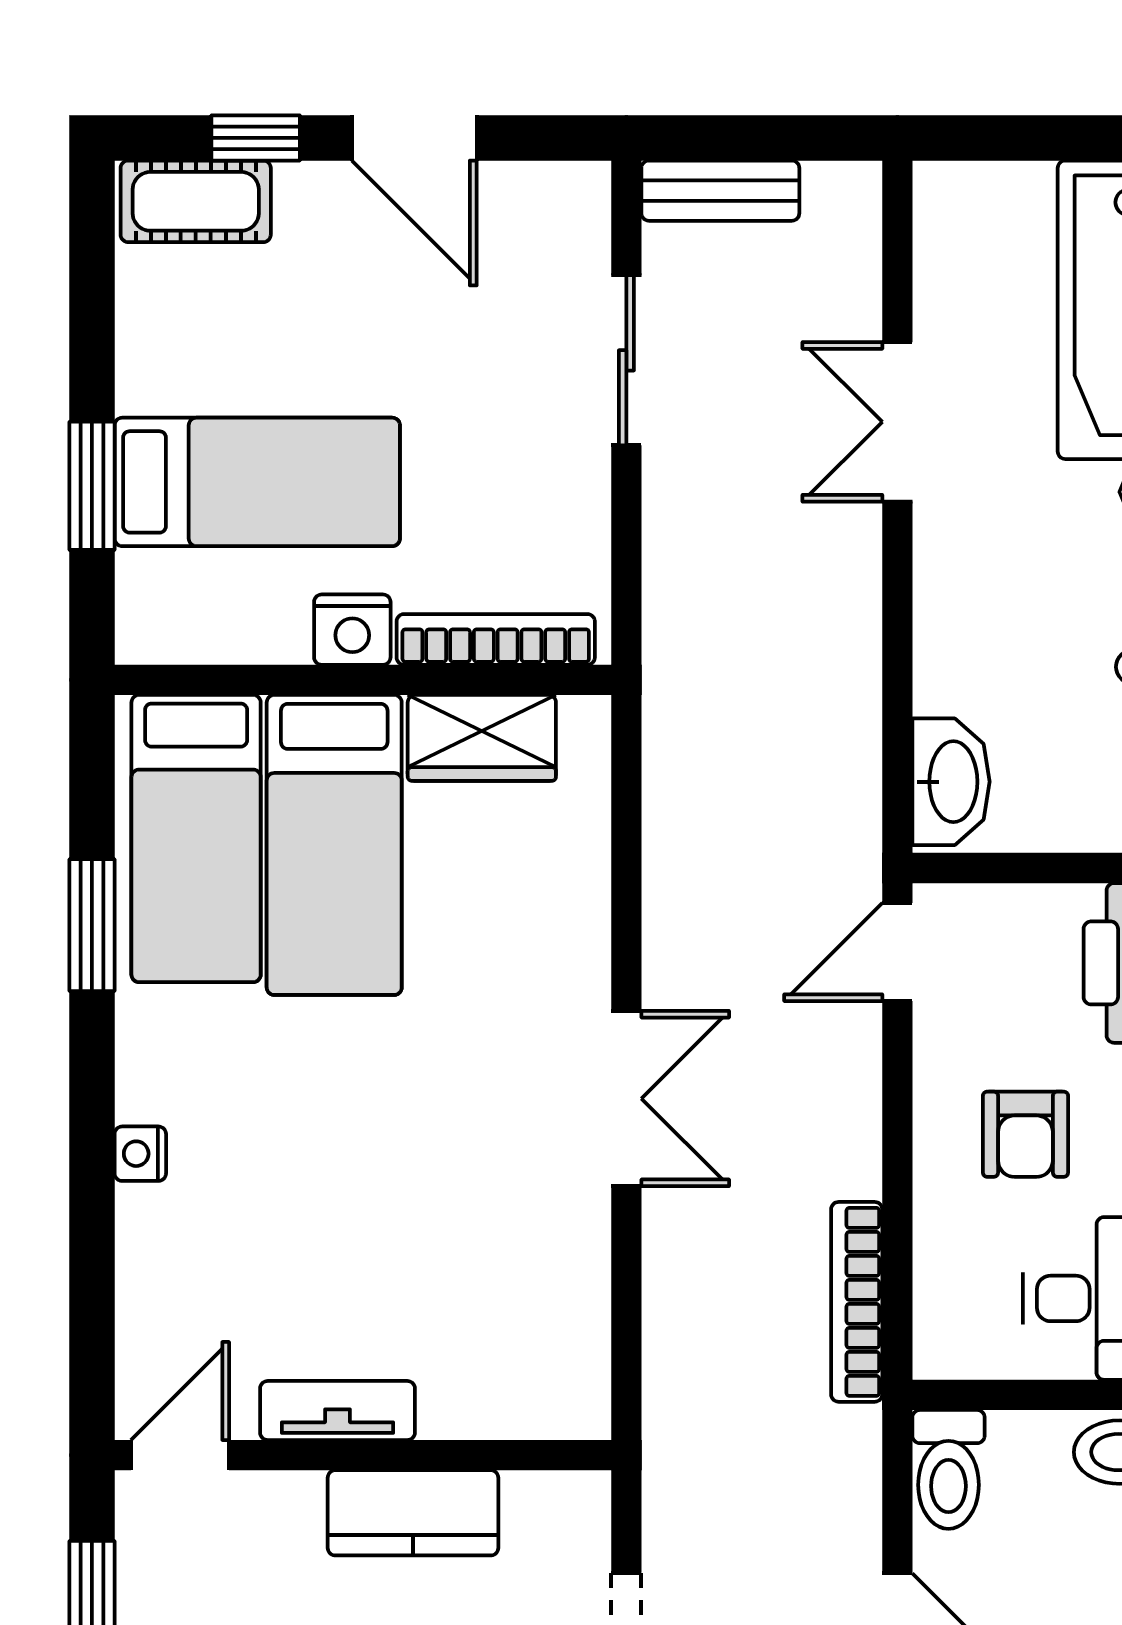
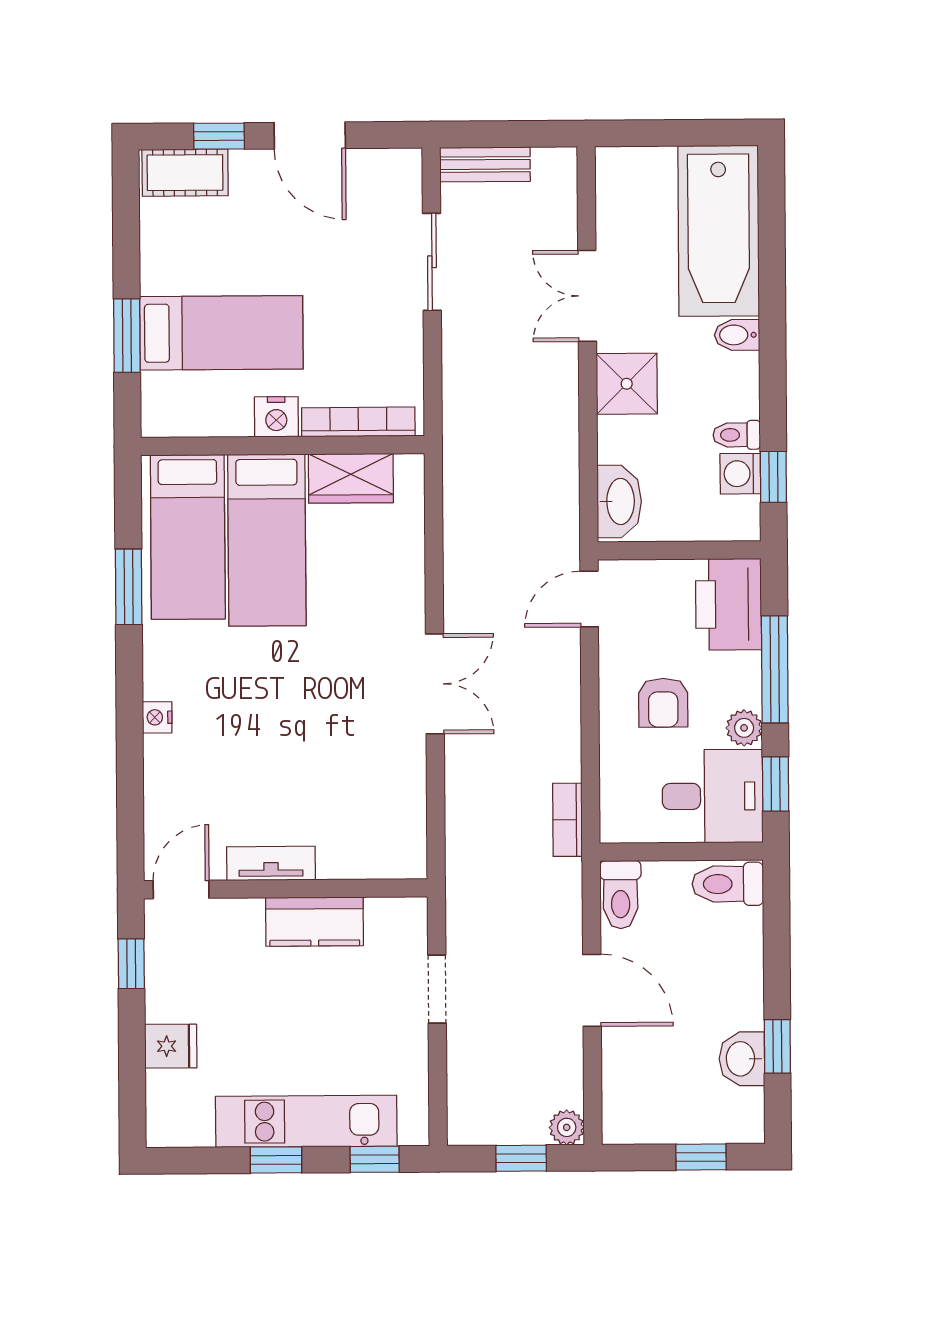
shower: (965, 576) -> (627, 384), added
bookcase: (857, 1302) -> (567, 820), width x0.64

